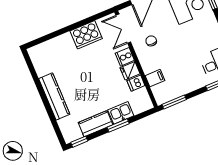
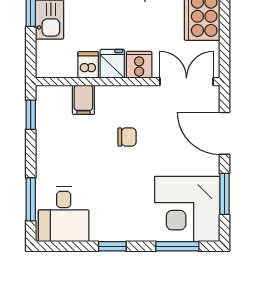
chair: (151, 41) -> (127, 137), moved
window: (174, 102) -> (31, 115), width x0.67

